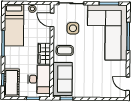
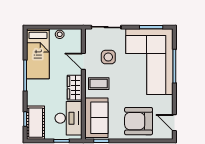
door: (52, 20) -> (83, 61), moved
armchair: (98, 82) -> (139, 121), added

